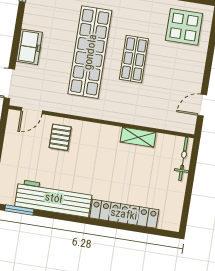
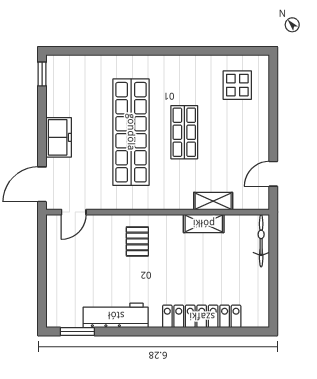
display table: (184, 27) -> (237, 85), width x0.73, depth x0.73
shelving: (149, 120) -> (213, 201), added
pallet: (60, 137) -> (137, 241), moved
workbench: (54, 198) -> (116, 315), width x0.73, depth x0.76

